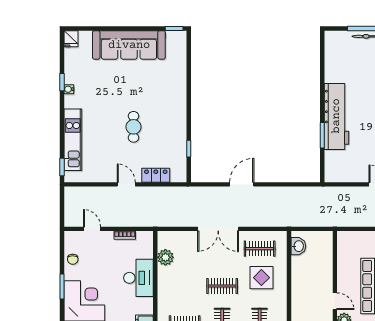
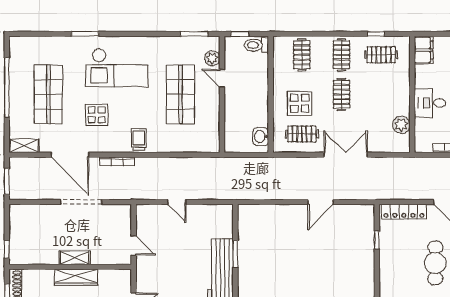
cafe table: (134, 127) -> (435, 263), width x1.37, depth x1.35
locker: (156, 175) -> (404, 212), width x1.53
desk: (138, 278) -> (430, 103), width x0.73
clothes rail: (222, 286) -> (341, 94), turned 90

